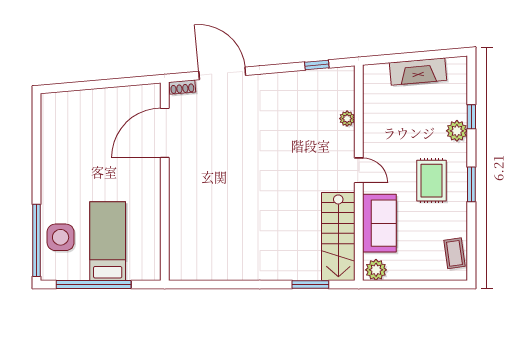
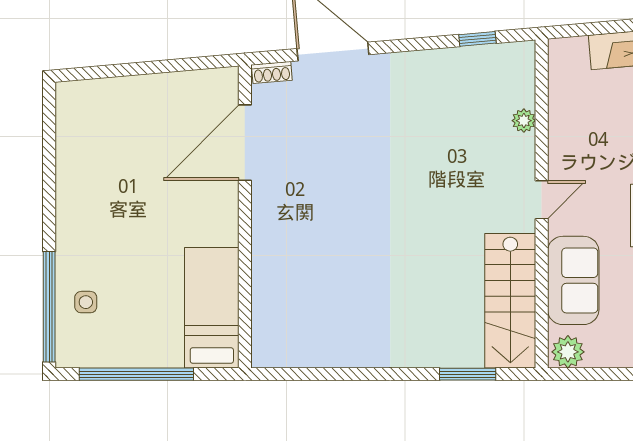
door: (359, 170) -> (542, 200), hinge flipped
side table: (61, 237) -> (86, 302), width x0.54, depth x0.54
bed: (108, 241) -> (212, 308), moved

